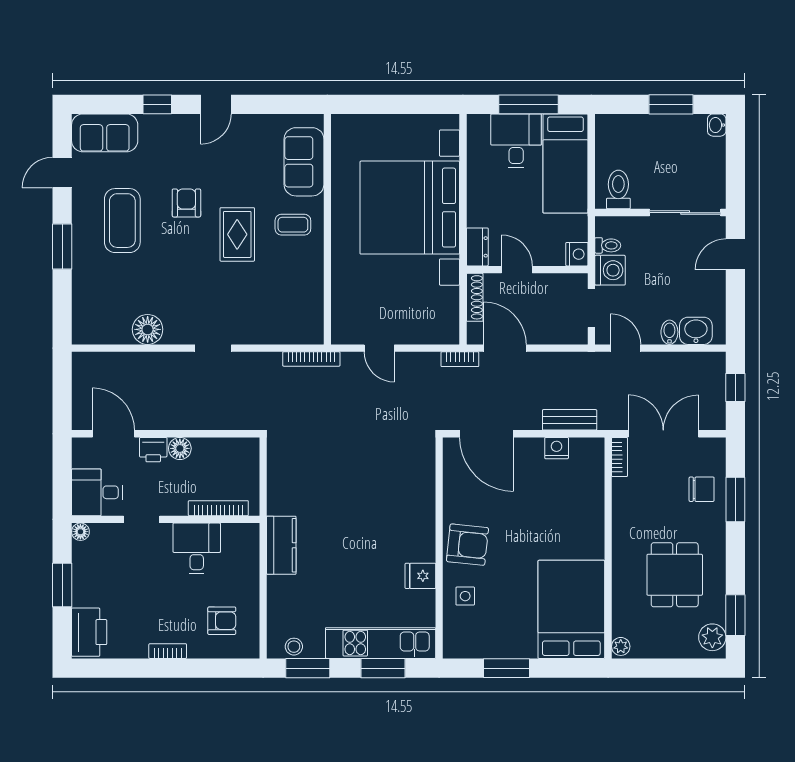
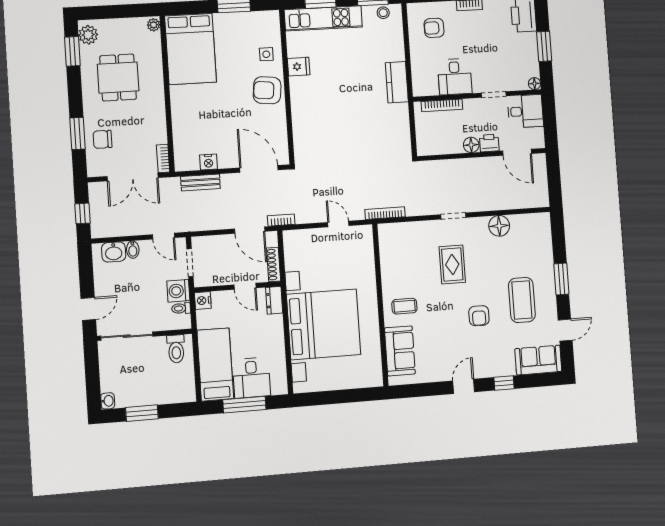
rug: (237, 234) -> (452, 265), moved

